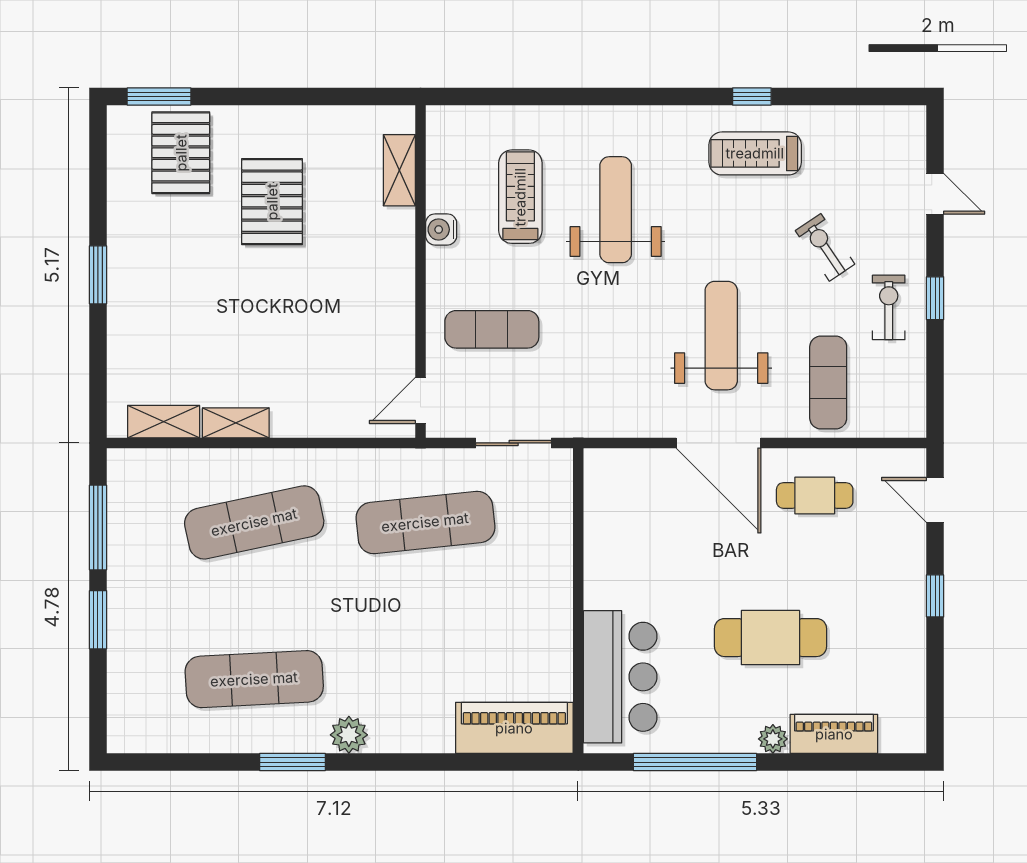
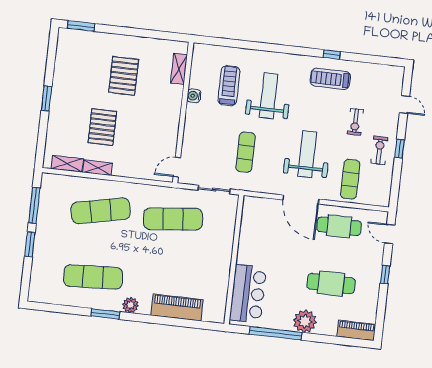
pallet: (181, 153) -> (102, 127), moved
exercise bike: (825, 247) -> (355, 122), turned -146
exercise mat: (492, 329) -> (246, 152), moved, turned 90
cafe table: (815, 495) -> (339, 226), width x1.37, depth x1.35
cafe table: (770, 638) -> (331, 283), moved
piano: (514, 728) -> (177, 307), moved
piano: (834, 734) -> (356, 330), moved
plant: (773, 739) -> (305, 321), width x1.87, depth x1.87

